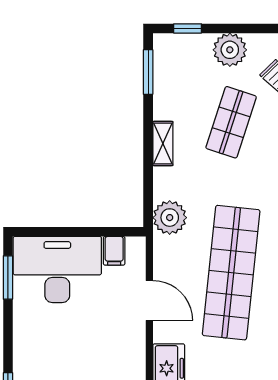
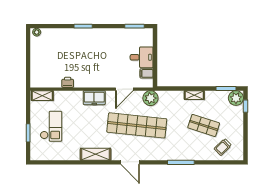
plant: (230, 50) -> (236, 98), moved
plant: (170, 218) -> (150, 98), moved
desk: (57, 269) -> (142, 57), width x0.53, depth x0.77

